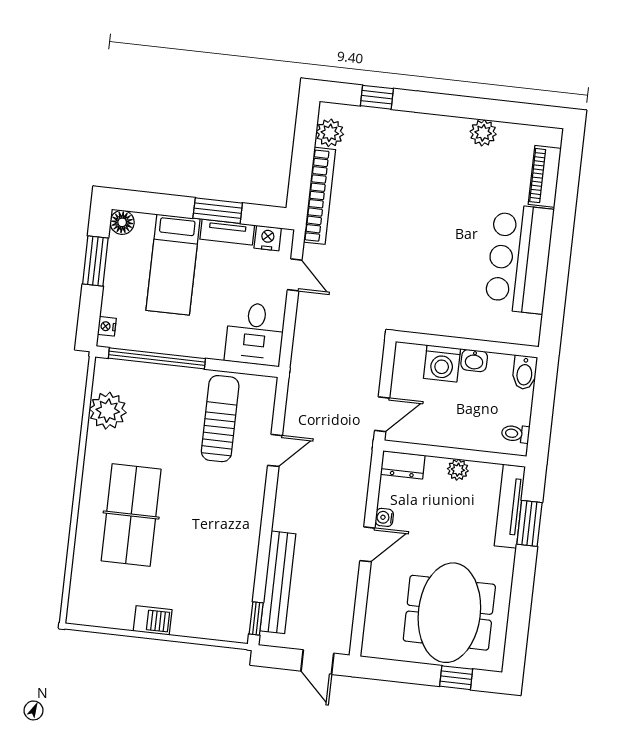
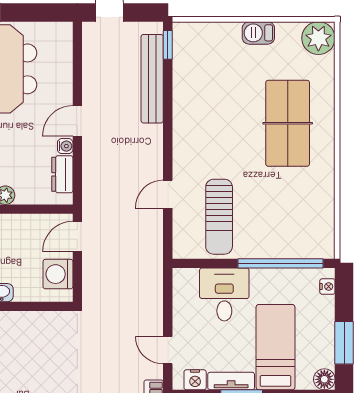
desk: (255, 334) -> (224, 294), moved
washing machine: (442, 363) -> (58, 274), moved, turned -90
plant: (108, 411) -> (318, 38), moved
dresser: (403, 465) -> (62, 174), moved, turned -90

